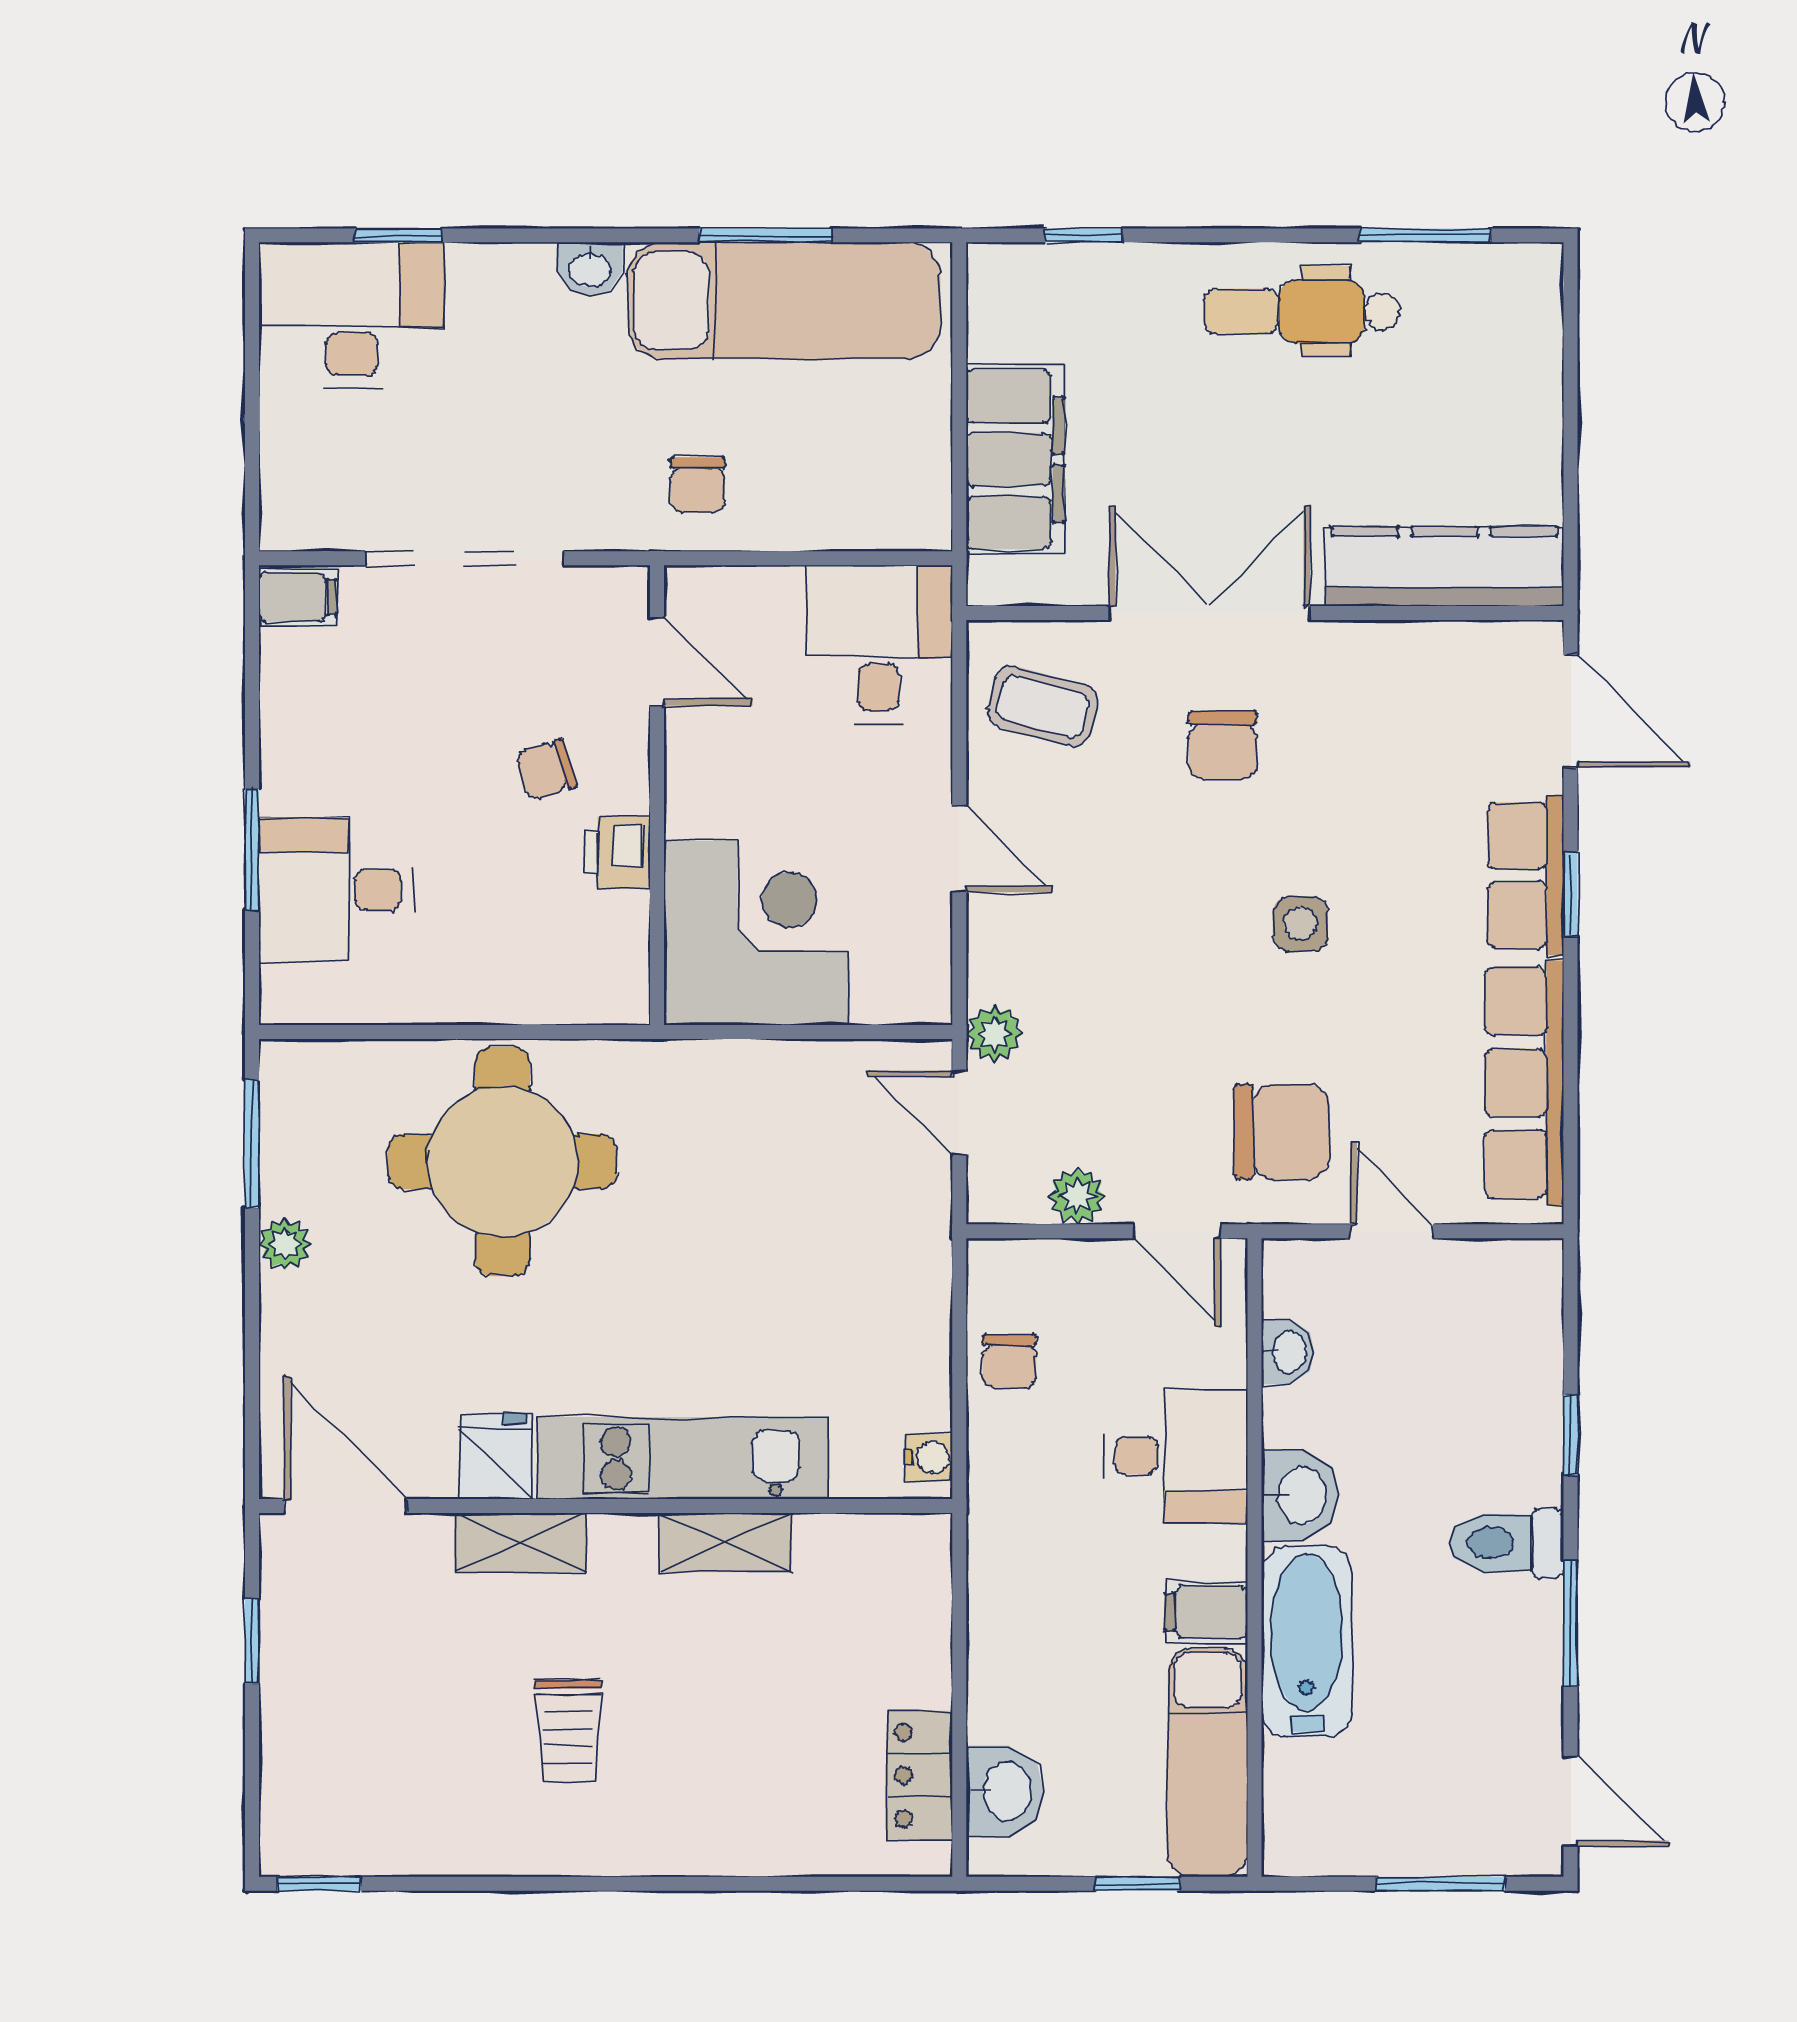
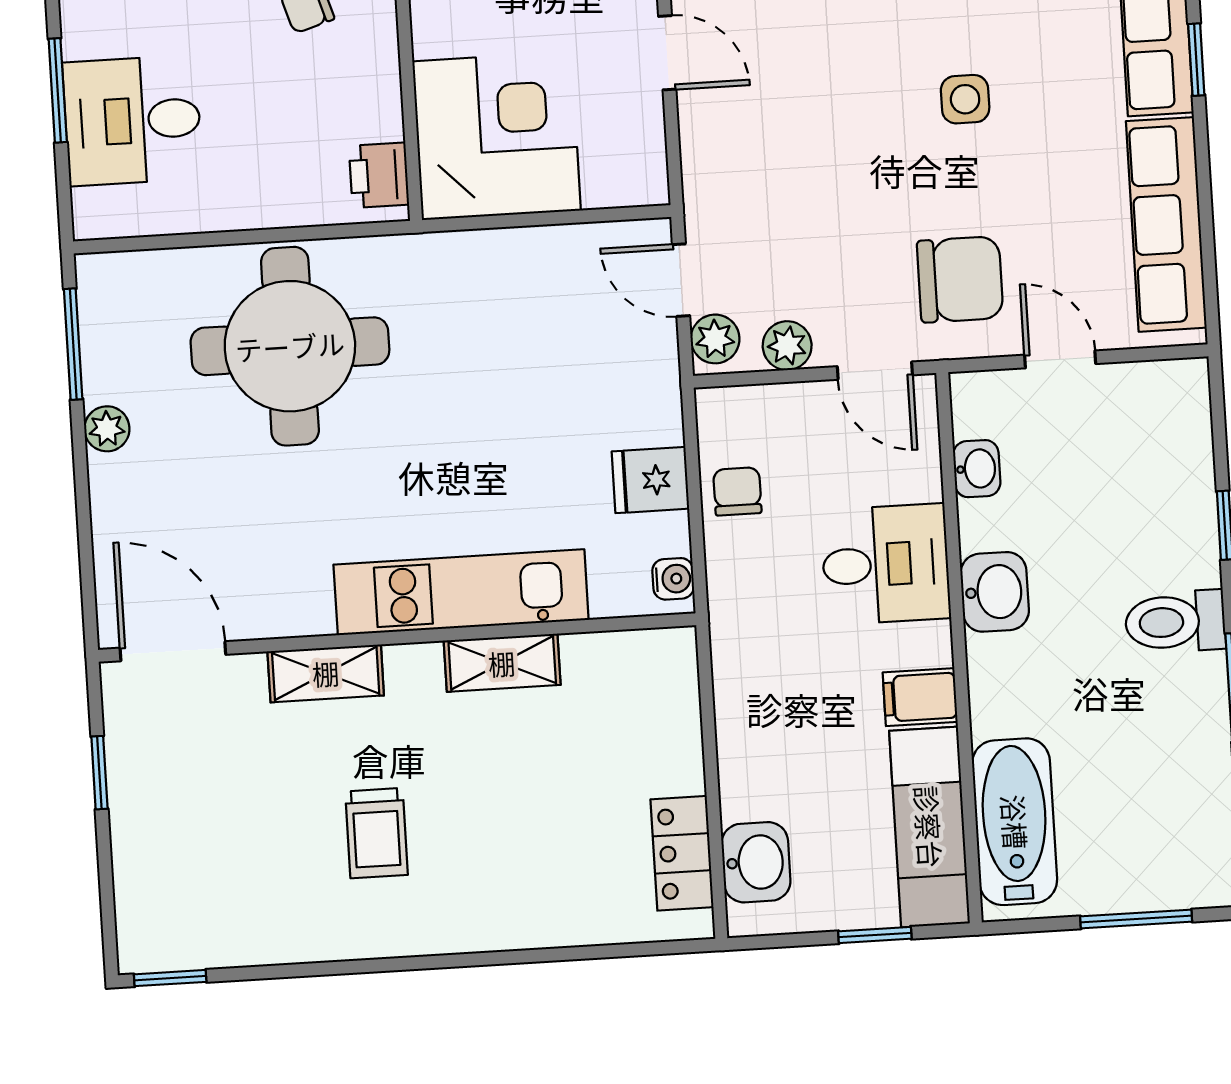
printer: (617, 852) -> (379, 175), moved
plant: (994, 1034) -> (715, 339), moved
chair: (1009, 1361) -> (737, 491), turned 180
fridge: (496, 1456) -> (650, 480), moved, turned -90
bathtub: (1307, 1642) -> (1015, 822), moved

